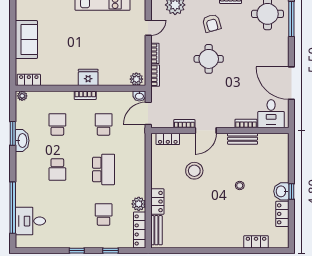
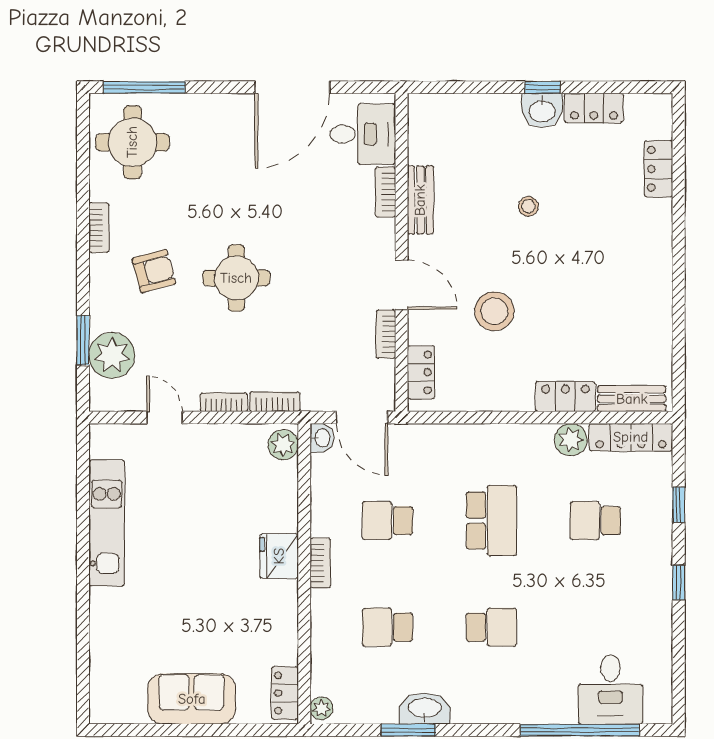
school desk: (104, 169) -> (491, 521), turned 90

